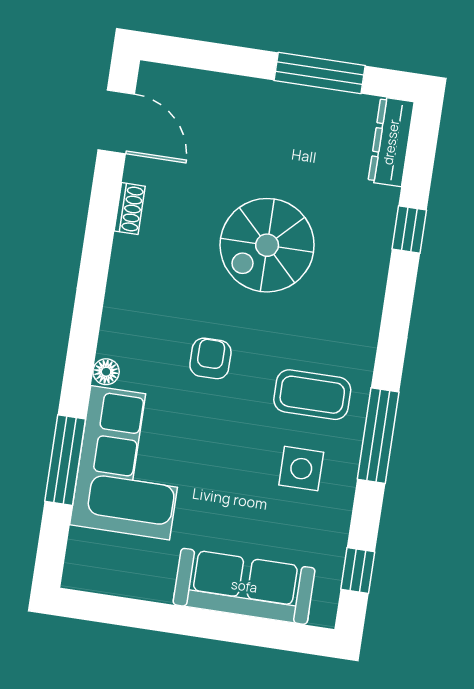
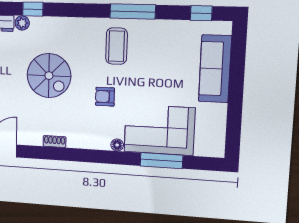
plant: (384, 202) -> (22, 23), added
shoe rack: (130, 209) -> (55, 142), moved
side table: (301, 469) -> (153, 47), removed

